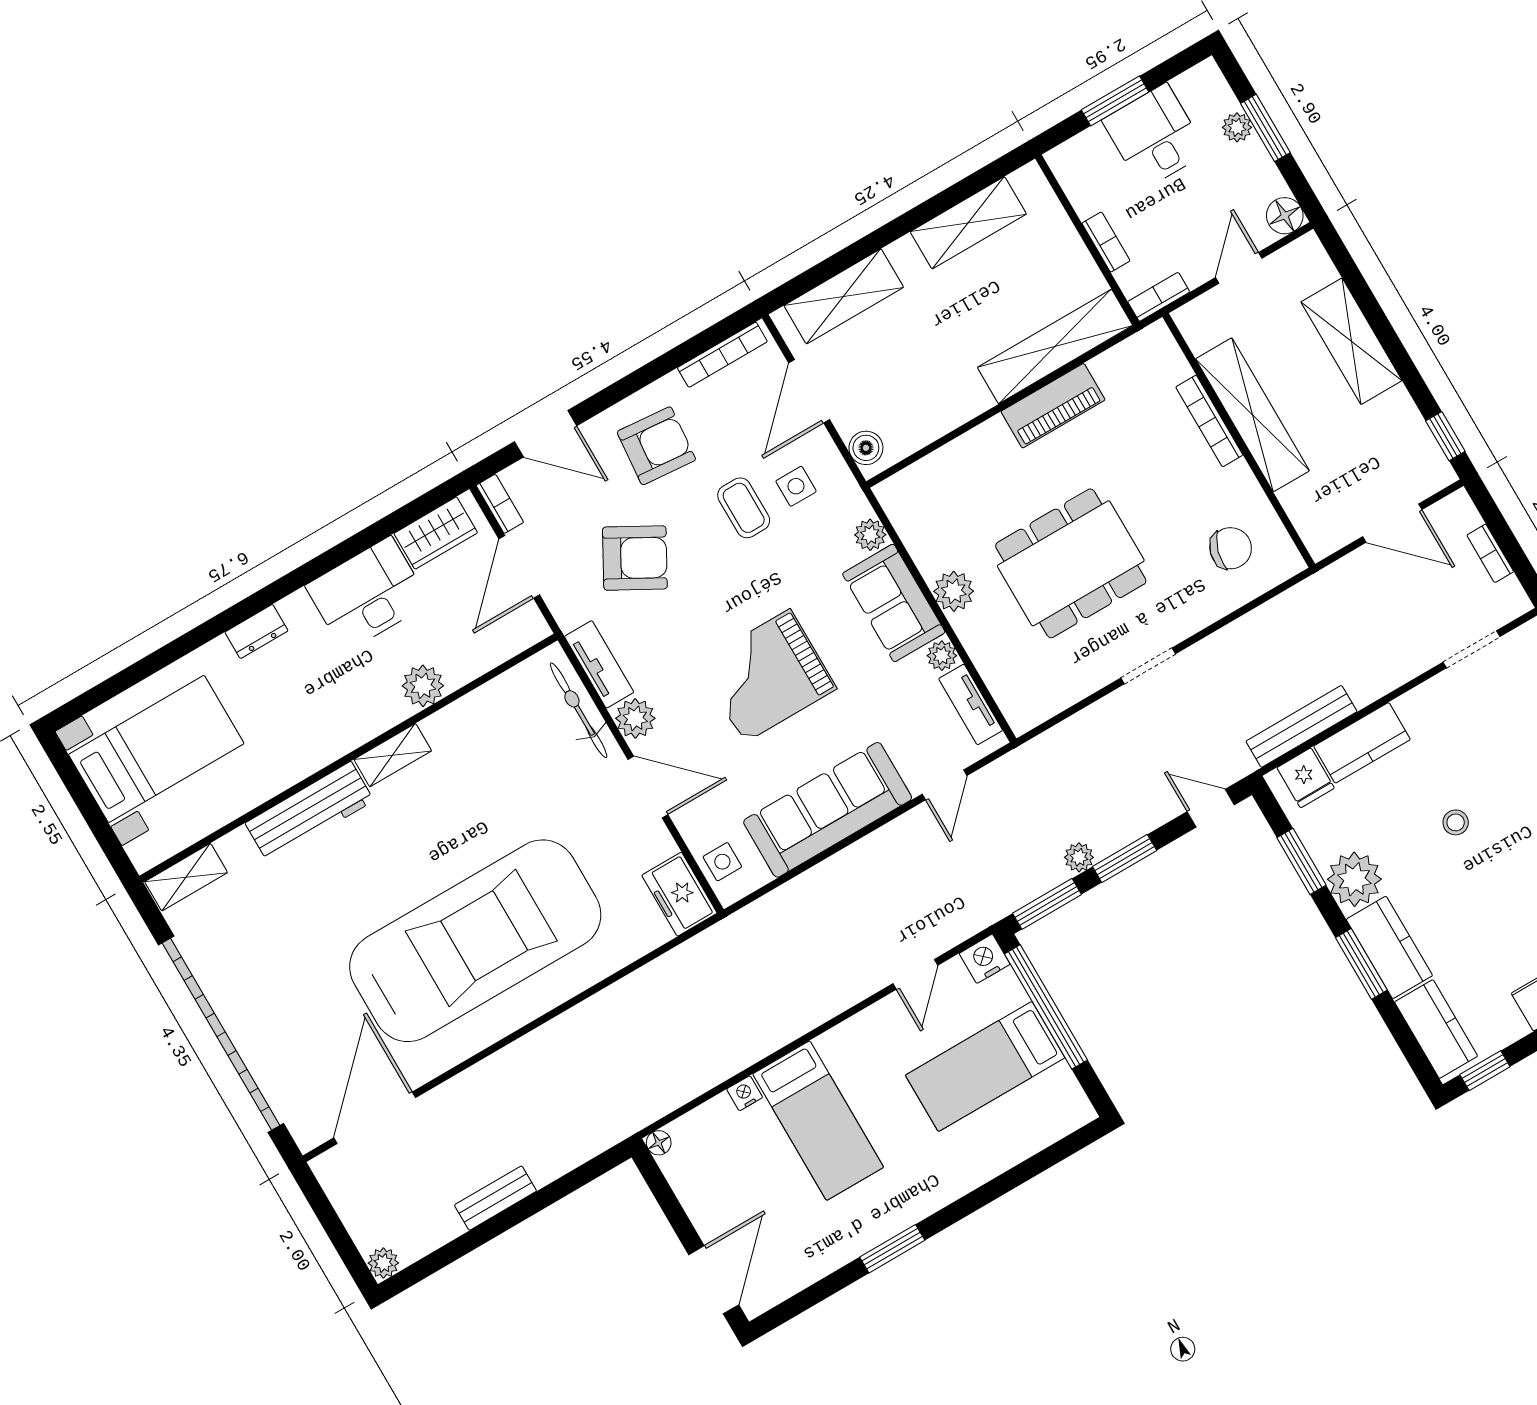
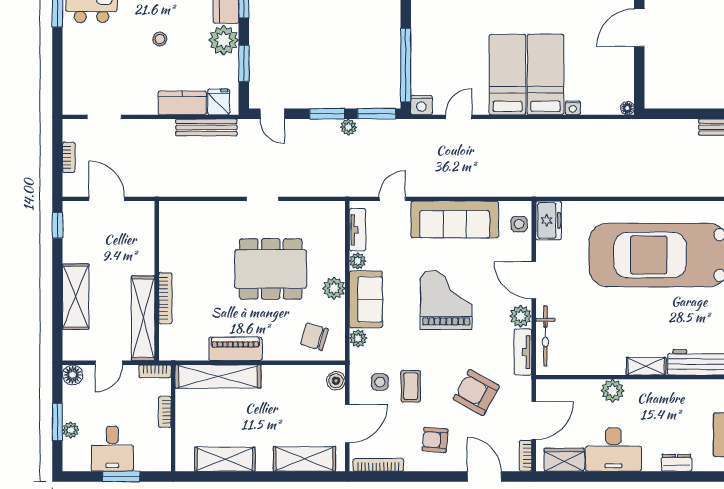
shelving: (1253, 415) -> (143, 318), moved
armchair: (656, 446) -> (435, 440), width x0.72, depth x0.72
chair: (1231, 548) -> (314, 337), moved
grand piano: (767, 676) -> (446, 300), turned -90
bed: (985, 1066) -> (507, 75), moved, turned -90

